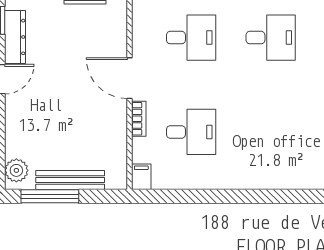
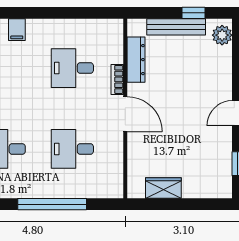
dresser: (15, 37) -> (136, 60), moved, turned 180
filing cabinet: (141, 177) -> (17, 30), moved
window: (50, 196) -> (193, 13), width x0.46

